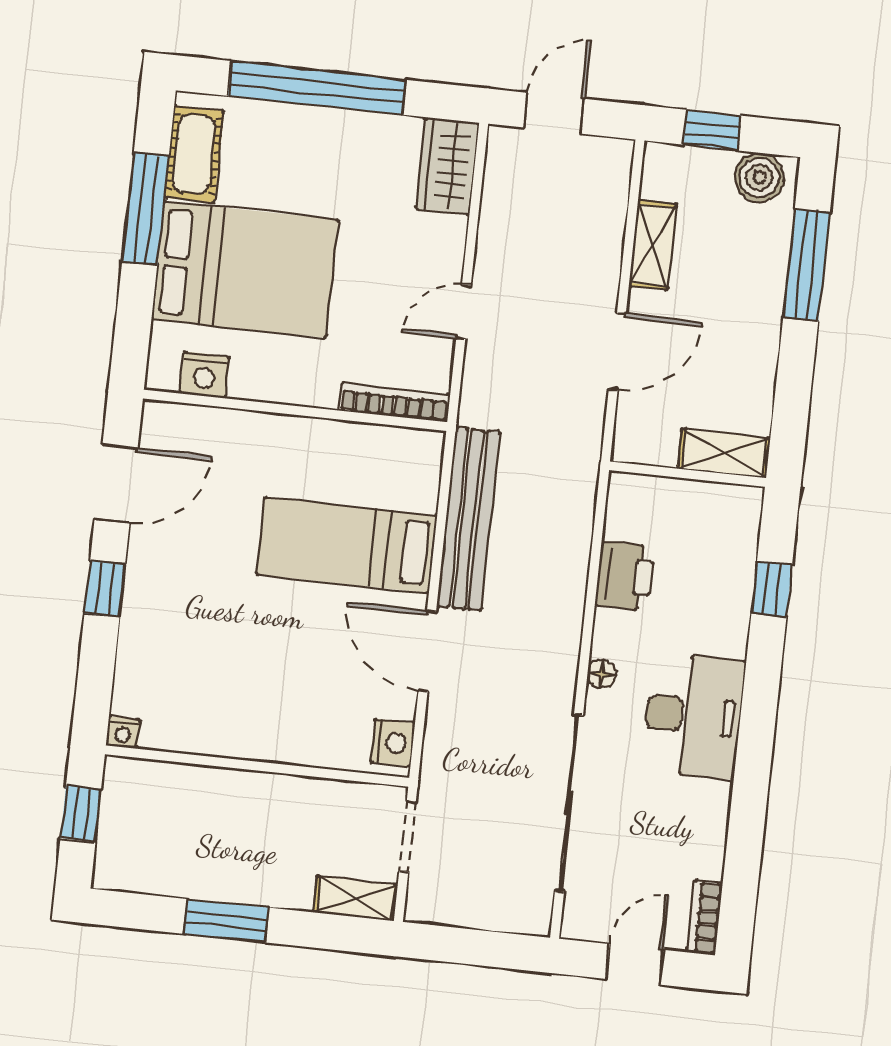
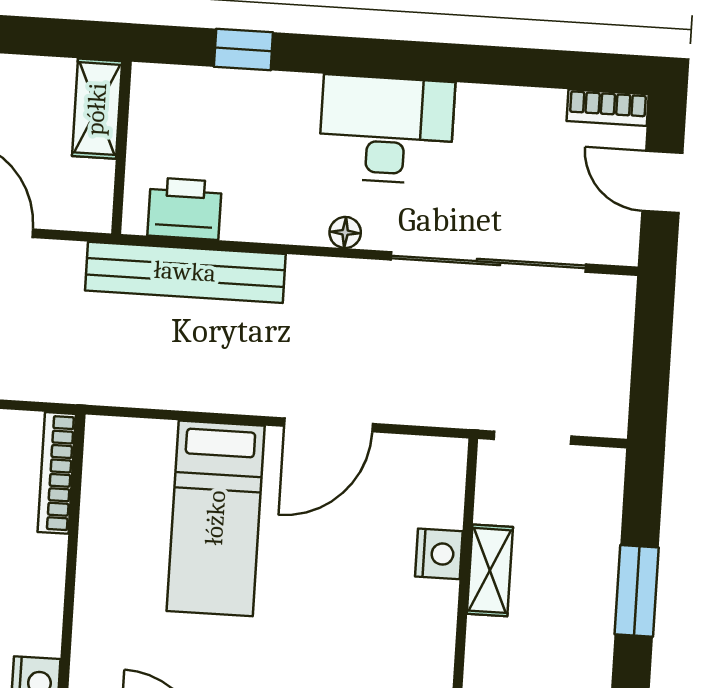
bench: (468, 519) -> (185, 272), moved
printer: (625, 576) -> (185, 209), moved
nightstand: (393, 743) -> (439, 554), moved, turned 90
shelving: (355, 899) -> (490, 570), moved
window: (226, 921) -> (637, 591), moved

